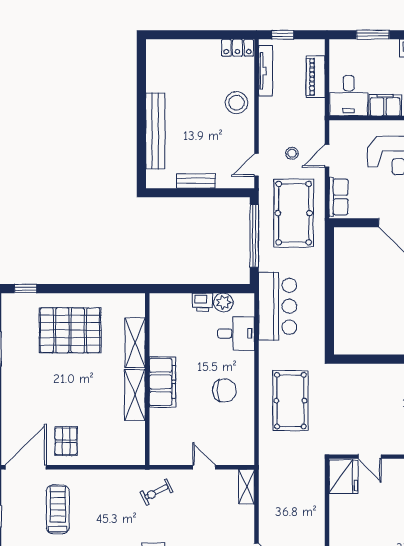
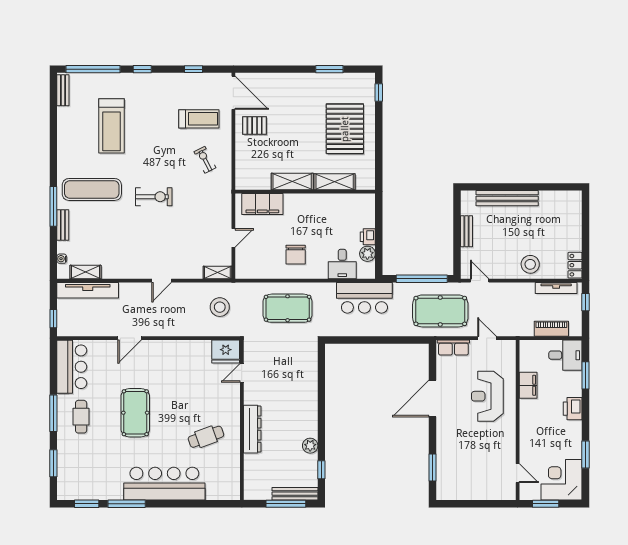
desk: (349, 96) -> (565, 355), moved, turned 180
stool: (292, 153) -> (220, 307), moved, width x1.89, depth x1.89
filing cabinet: (162, 382) -> (262, 204), moved
exercise bike: (156, 492) -> (205, 160), moved

